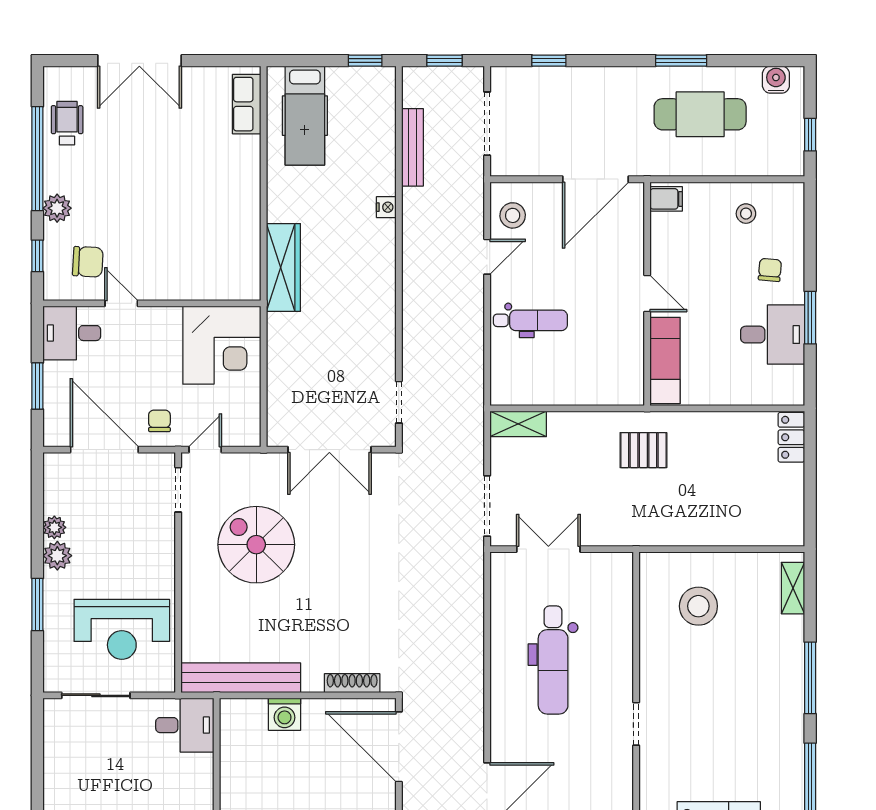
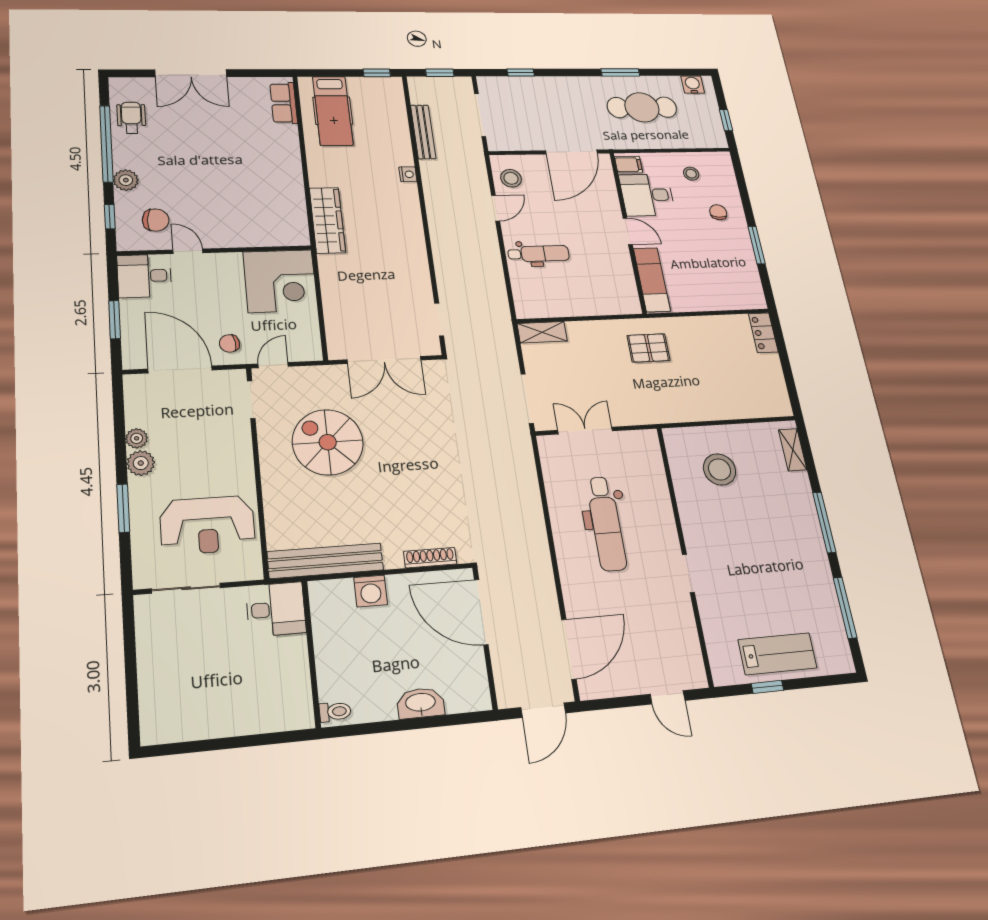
desk: (773, 335) -> (647, 195), moved, turned 180
chair: (159, 421) -> (229, 343), turned -98

